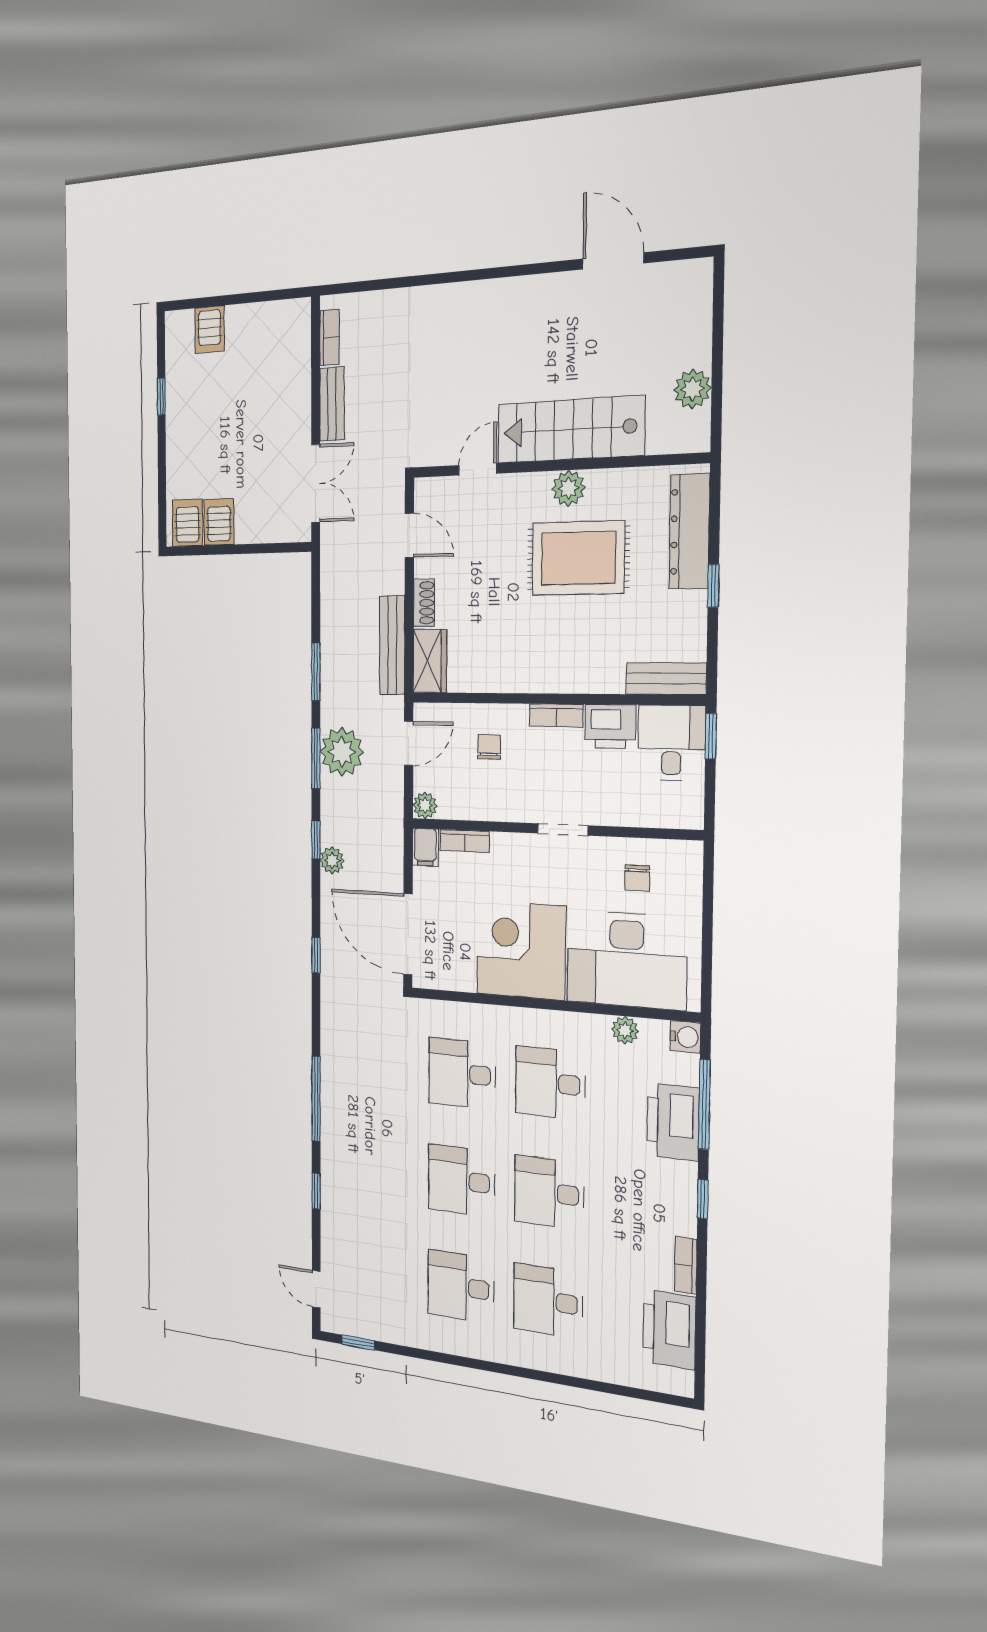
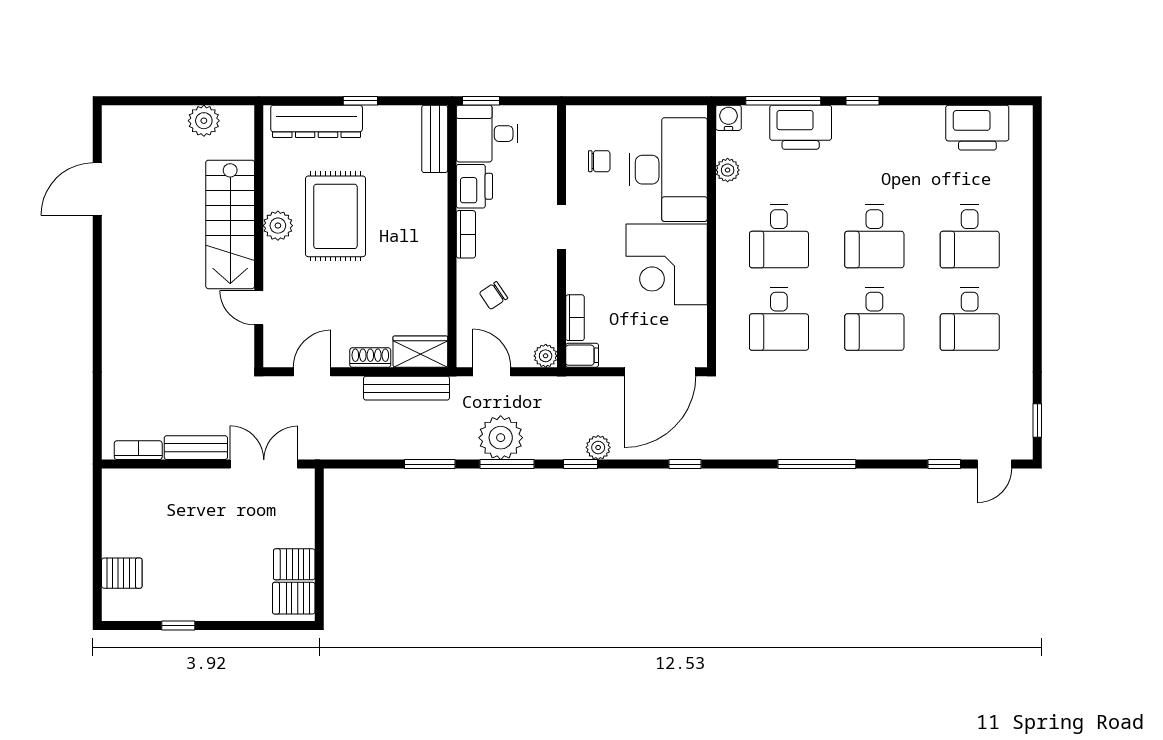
chair: (489, 747) -> (494, 295), turned -34
window: (316, 1191) -> (944, 464), moved
bookcase: (686, 1265) -> (920, 114), removed

